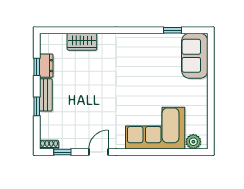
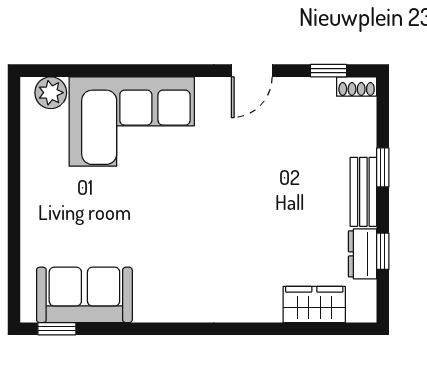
window: (173, 30) -> (57, 329), moved
wardrobe: (82, 42) -> (314, 304), moved
sofa: (195, 56) -> (84, 295), moved, turned -90

